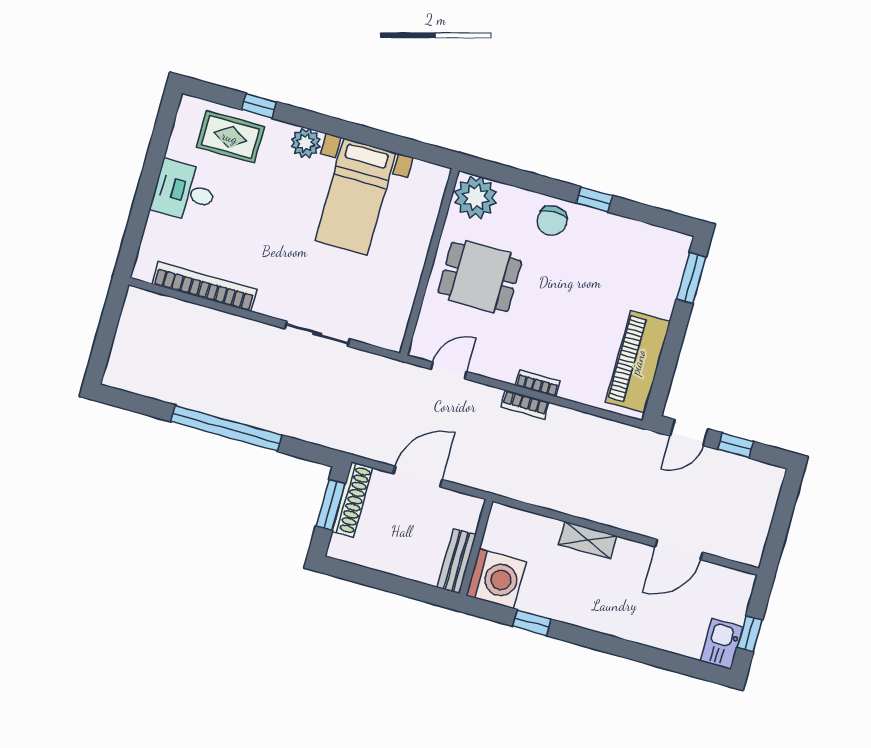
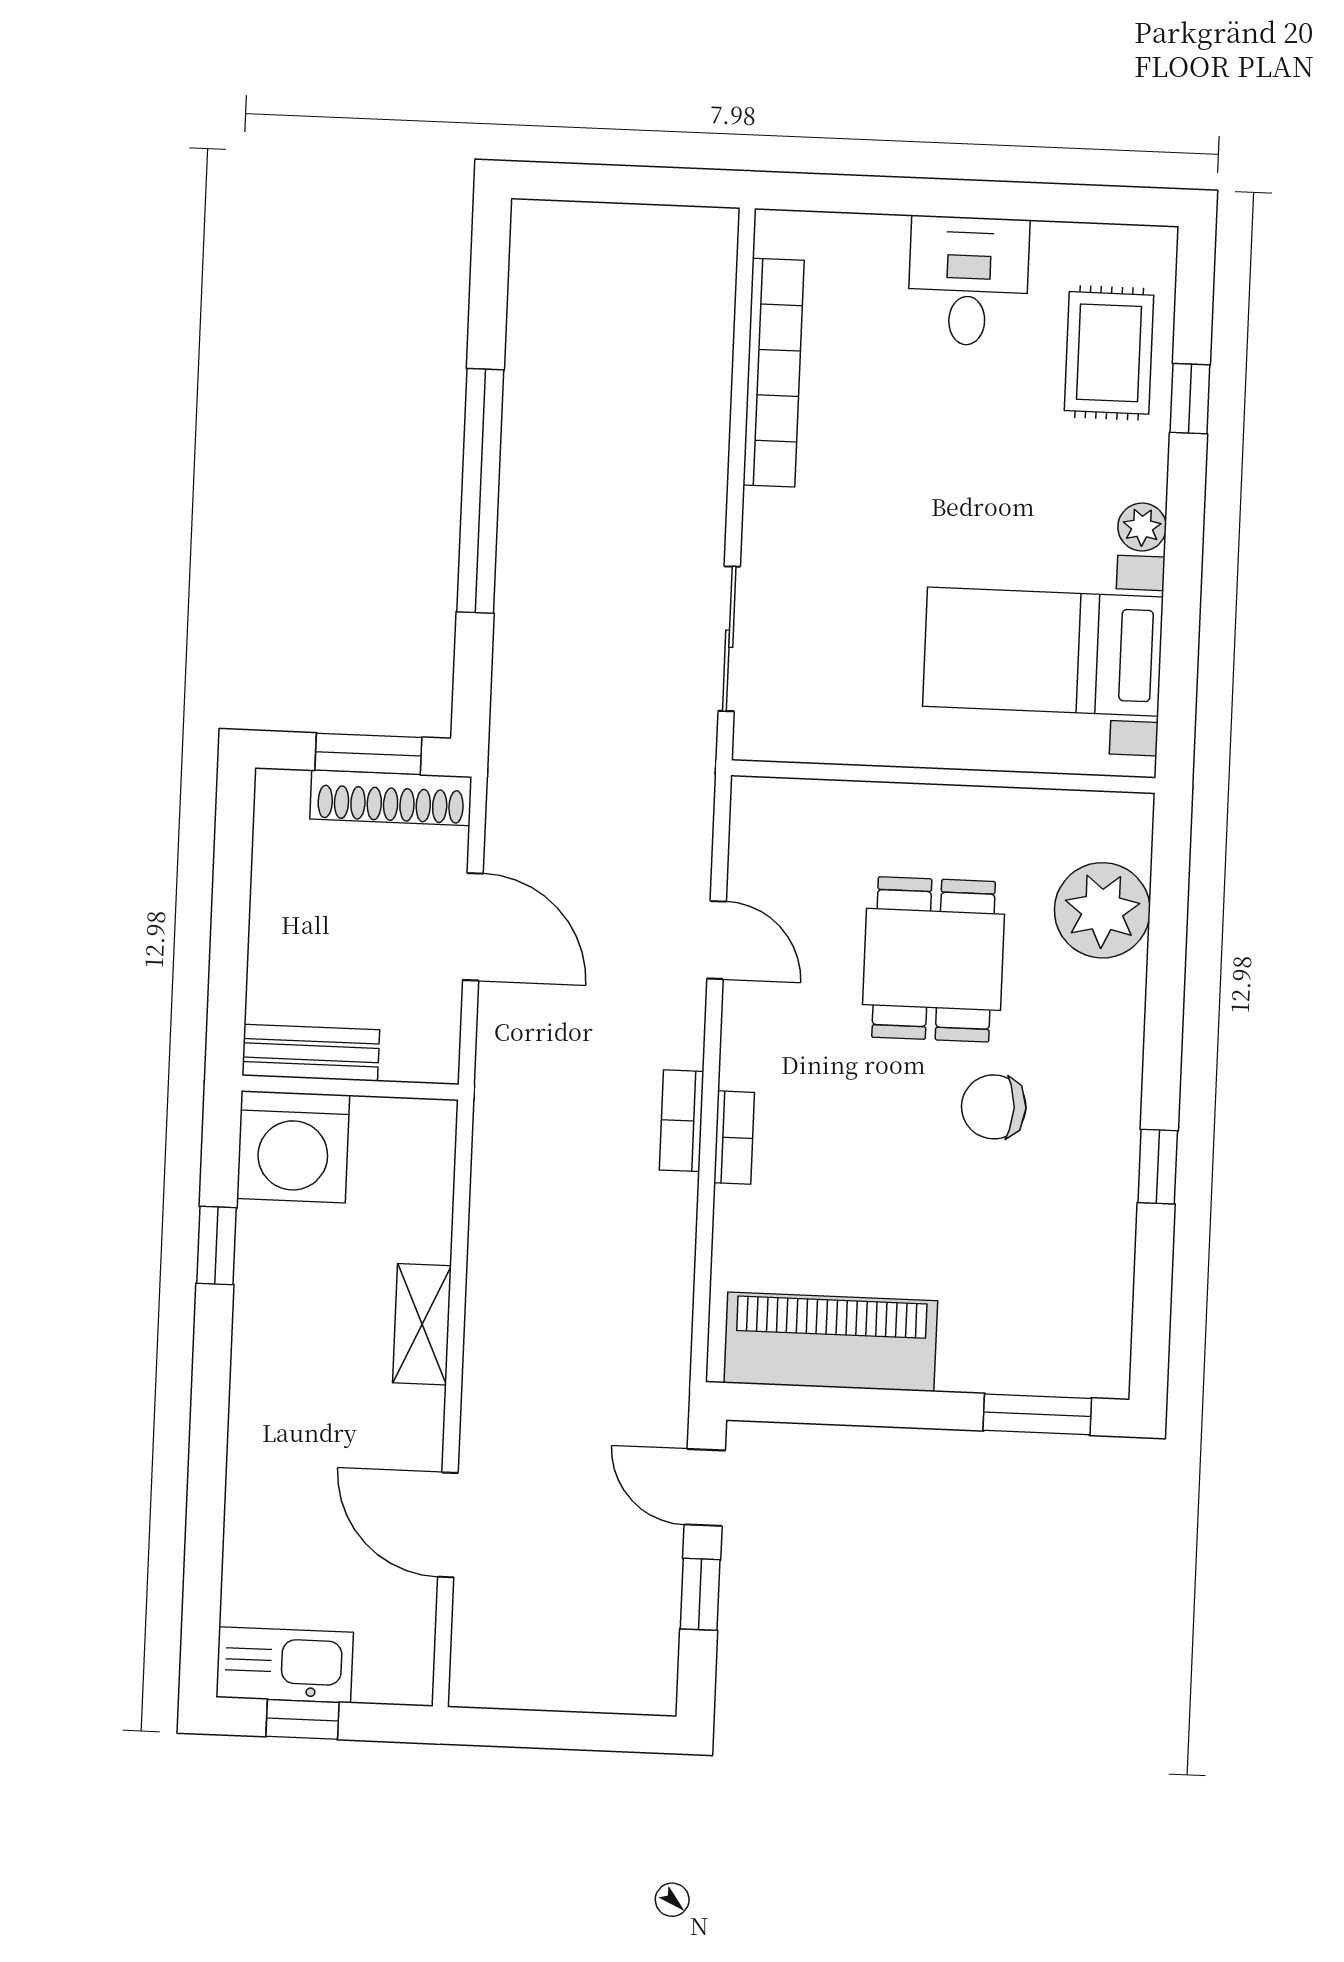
plant: (306, 143) -> (1142, 527), width x0.73, depth x0.73
chair: (552, 221) -> (994, 1107), moved
wall: (429, 262) -> (943, 777), moved
kitchen sink: (722, 644) -> (285, 1665), width x1.38

